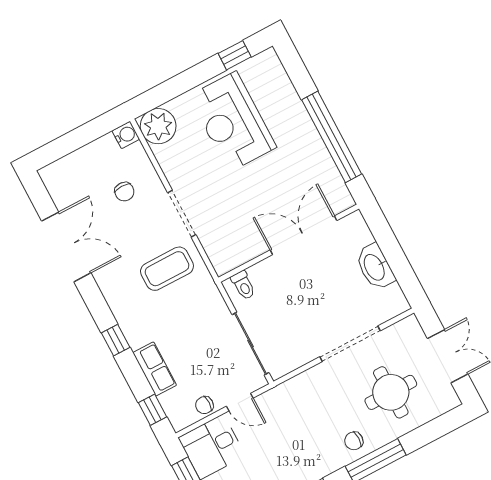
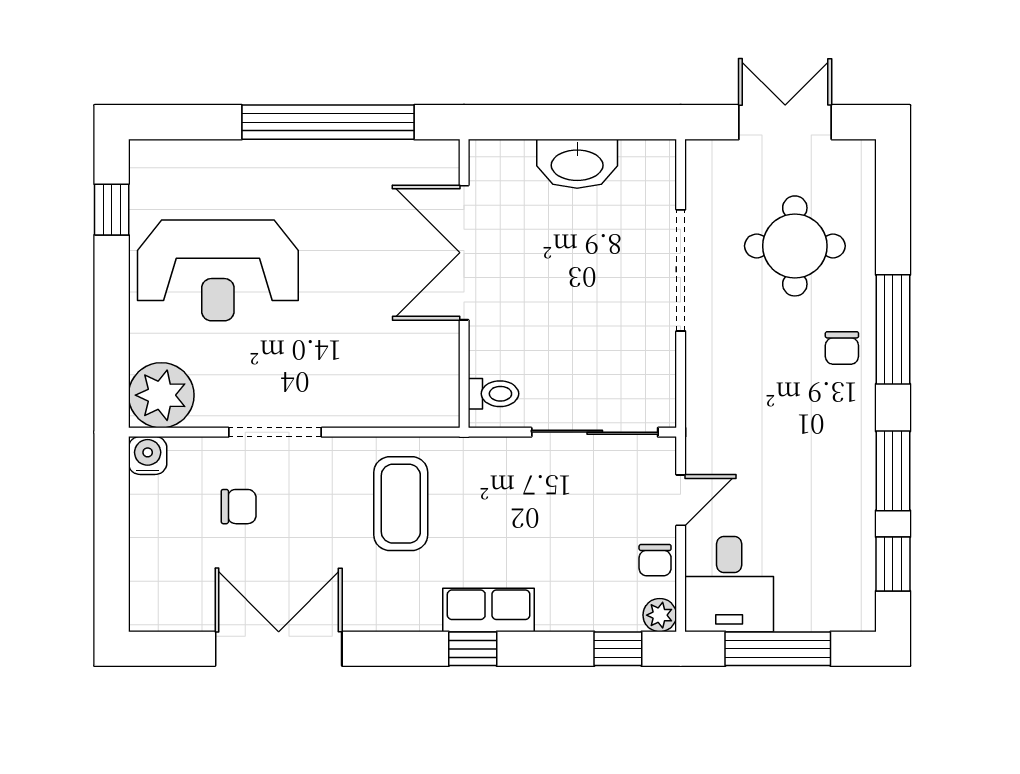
doorway: (182, 214) -> (275, 432), moved
row of seats: (155, 369) -> (489, 610), moved
plant: (179, 421) -> (660, 615), added

